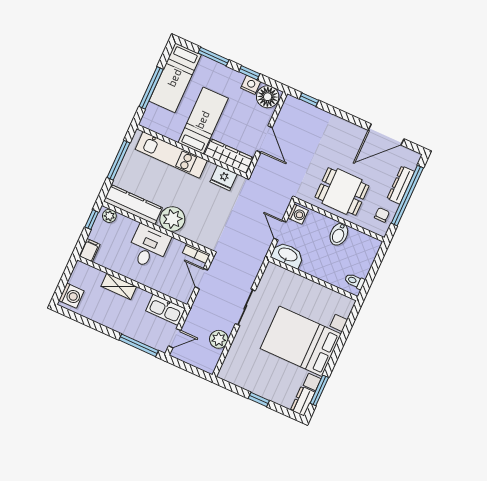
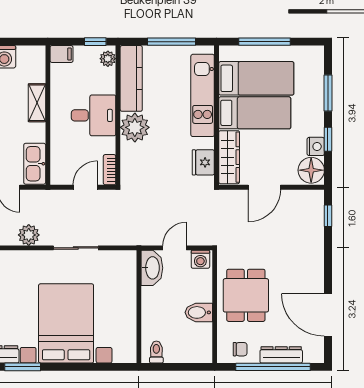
bed: (175, 78) -> (256, 78), moved, turned 180

